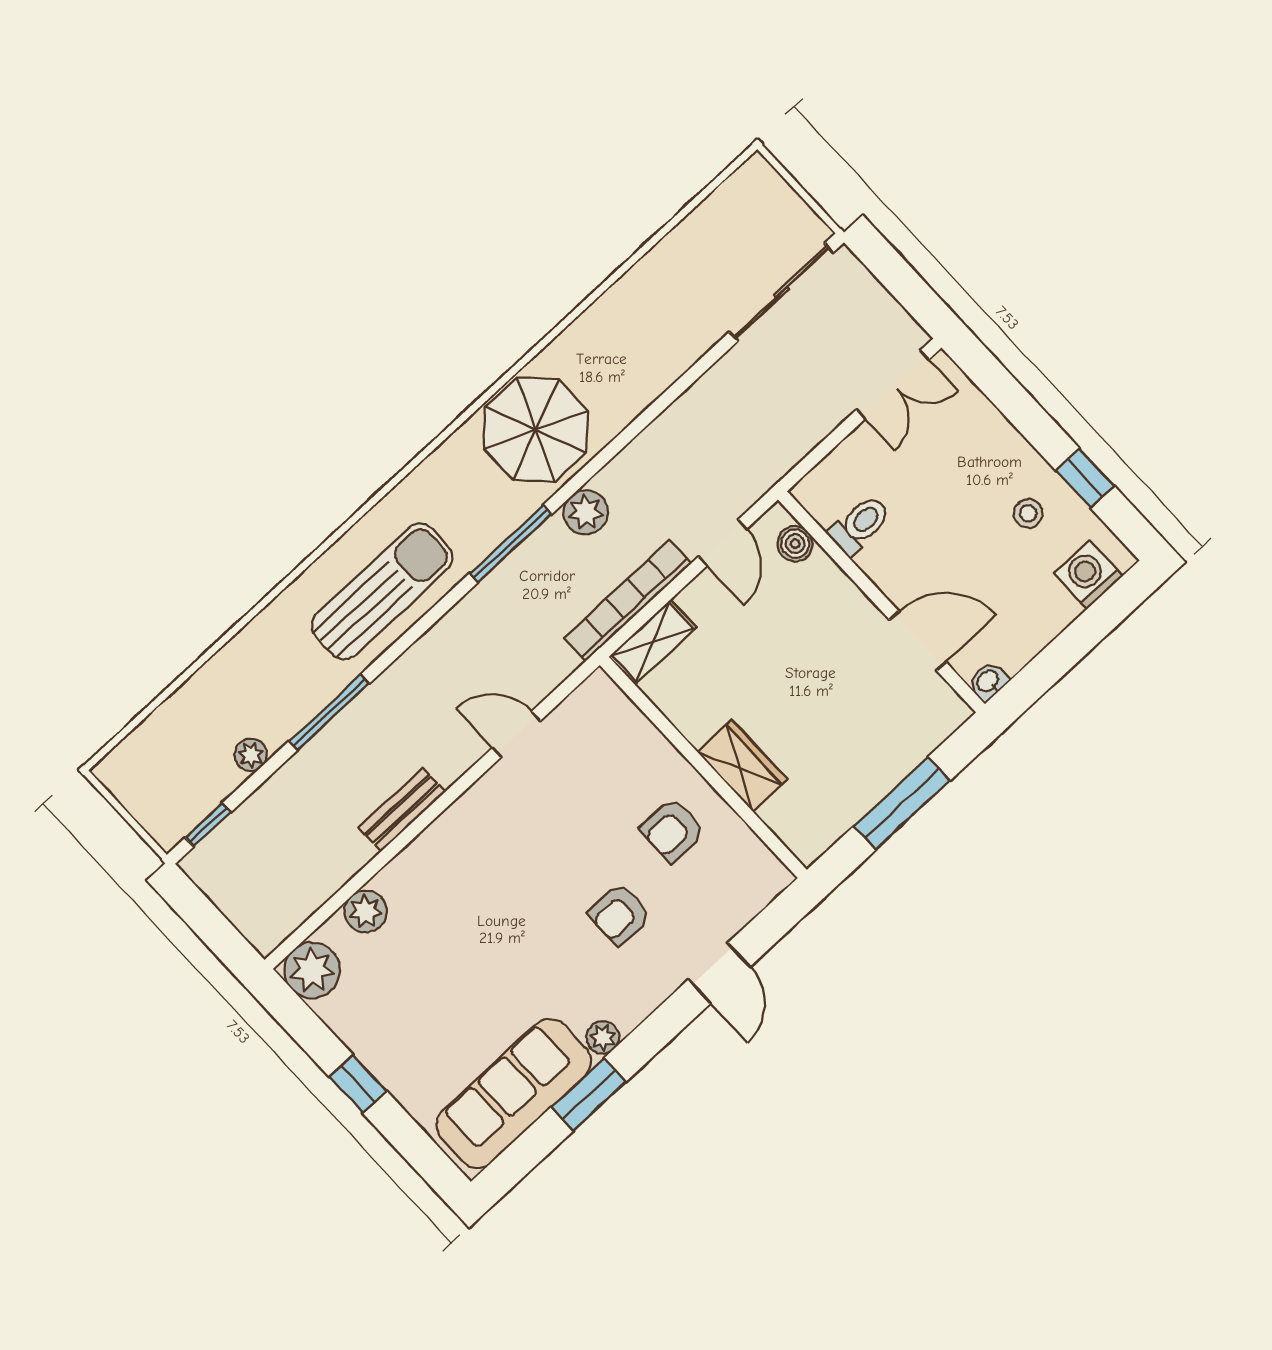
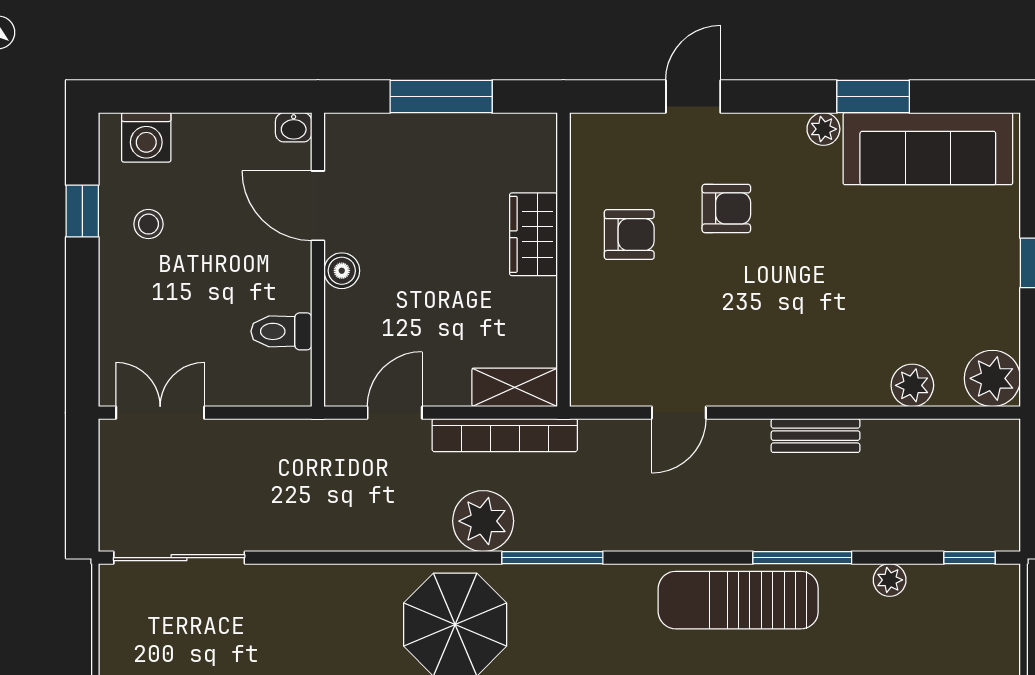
plant: (586, 512) -> (483, 521), width x1.36, depth x1.36
boiler: (795, 544) -> (342, 271), moved
sun lounger: (382, 592) -> (738, 600), moved
door: (516, 734) -> (679, 413), hinge flipped

